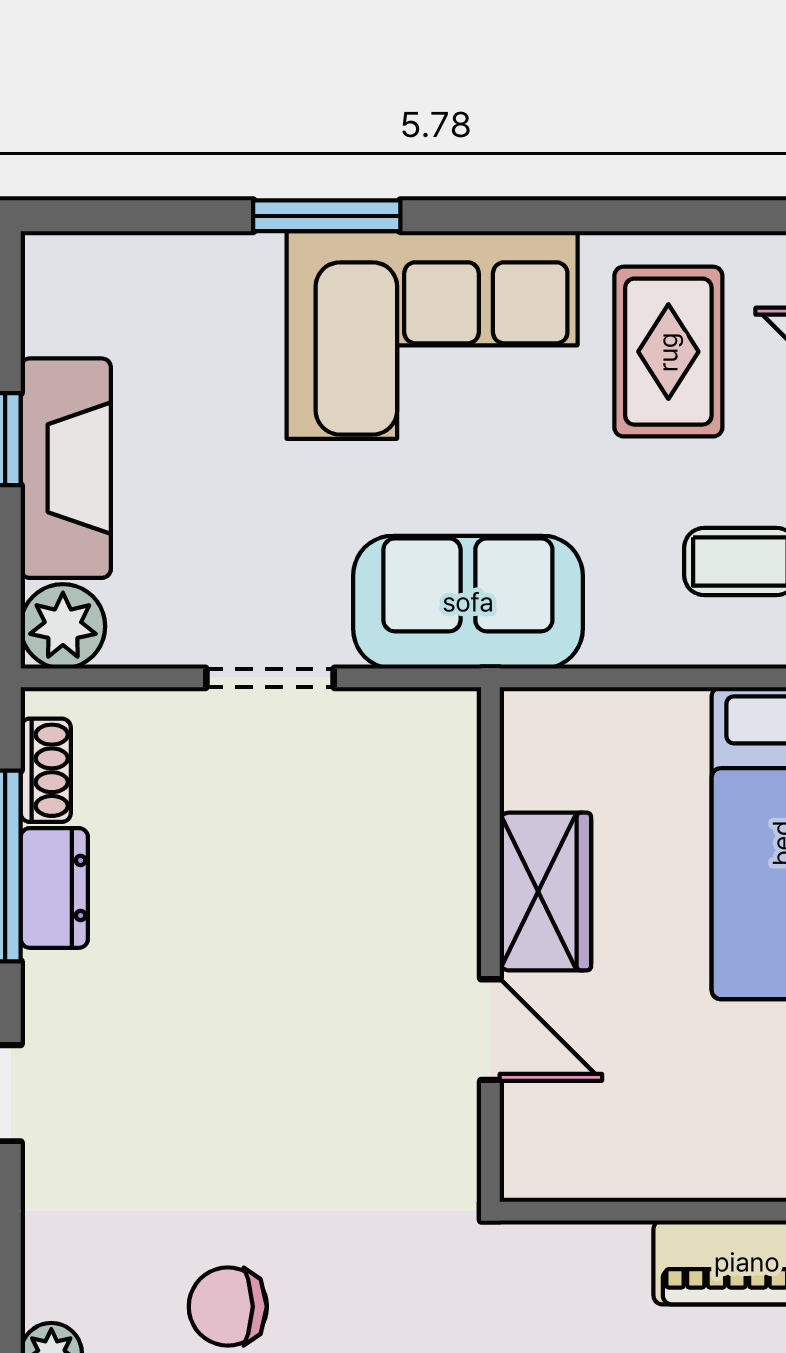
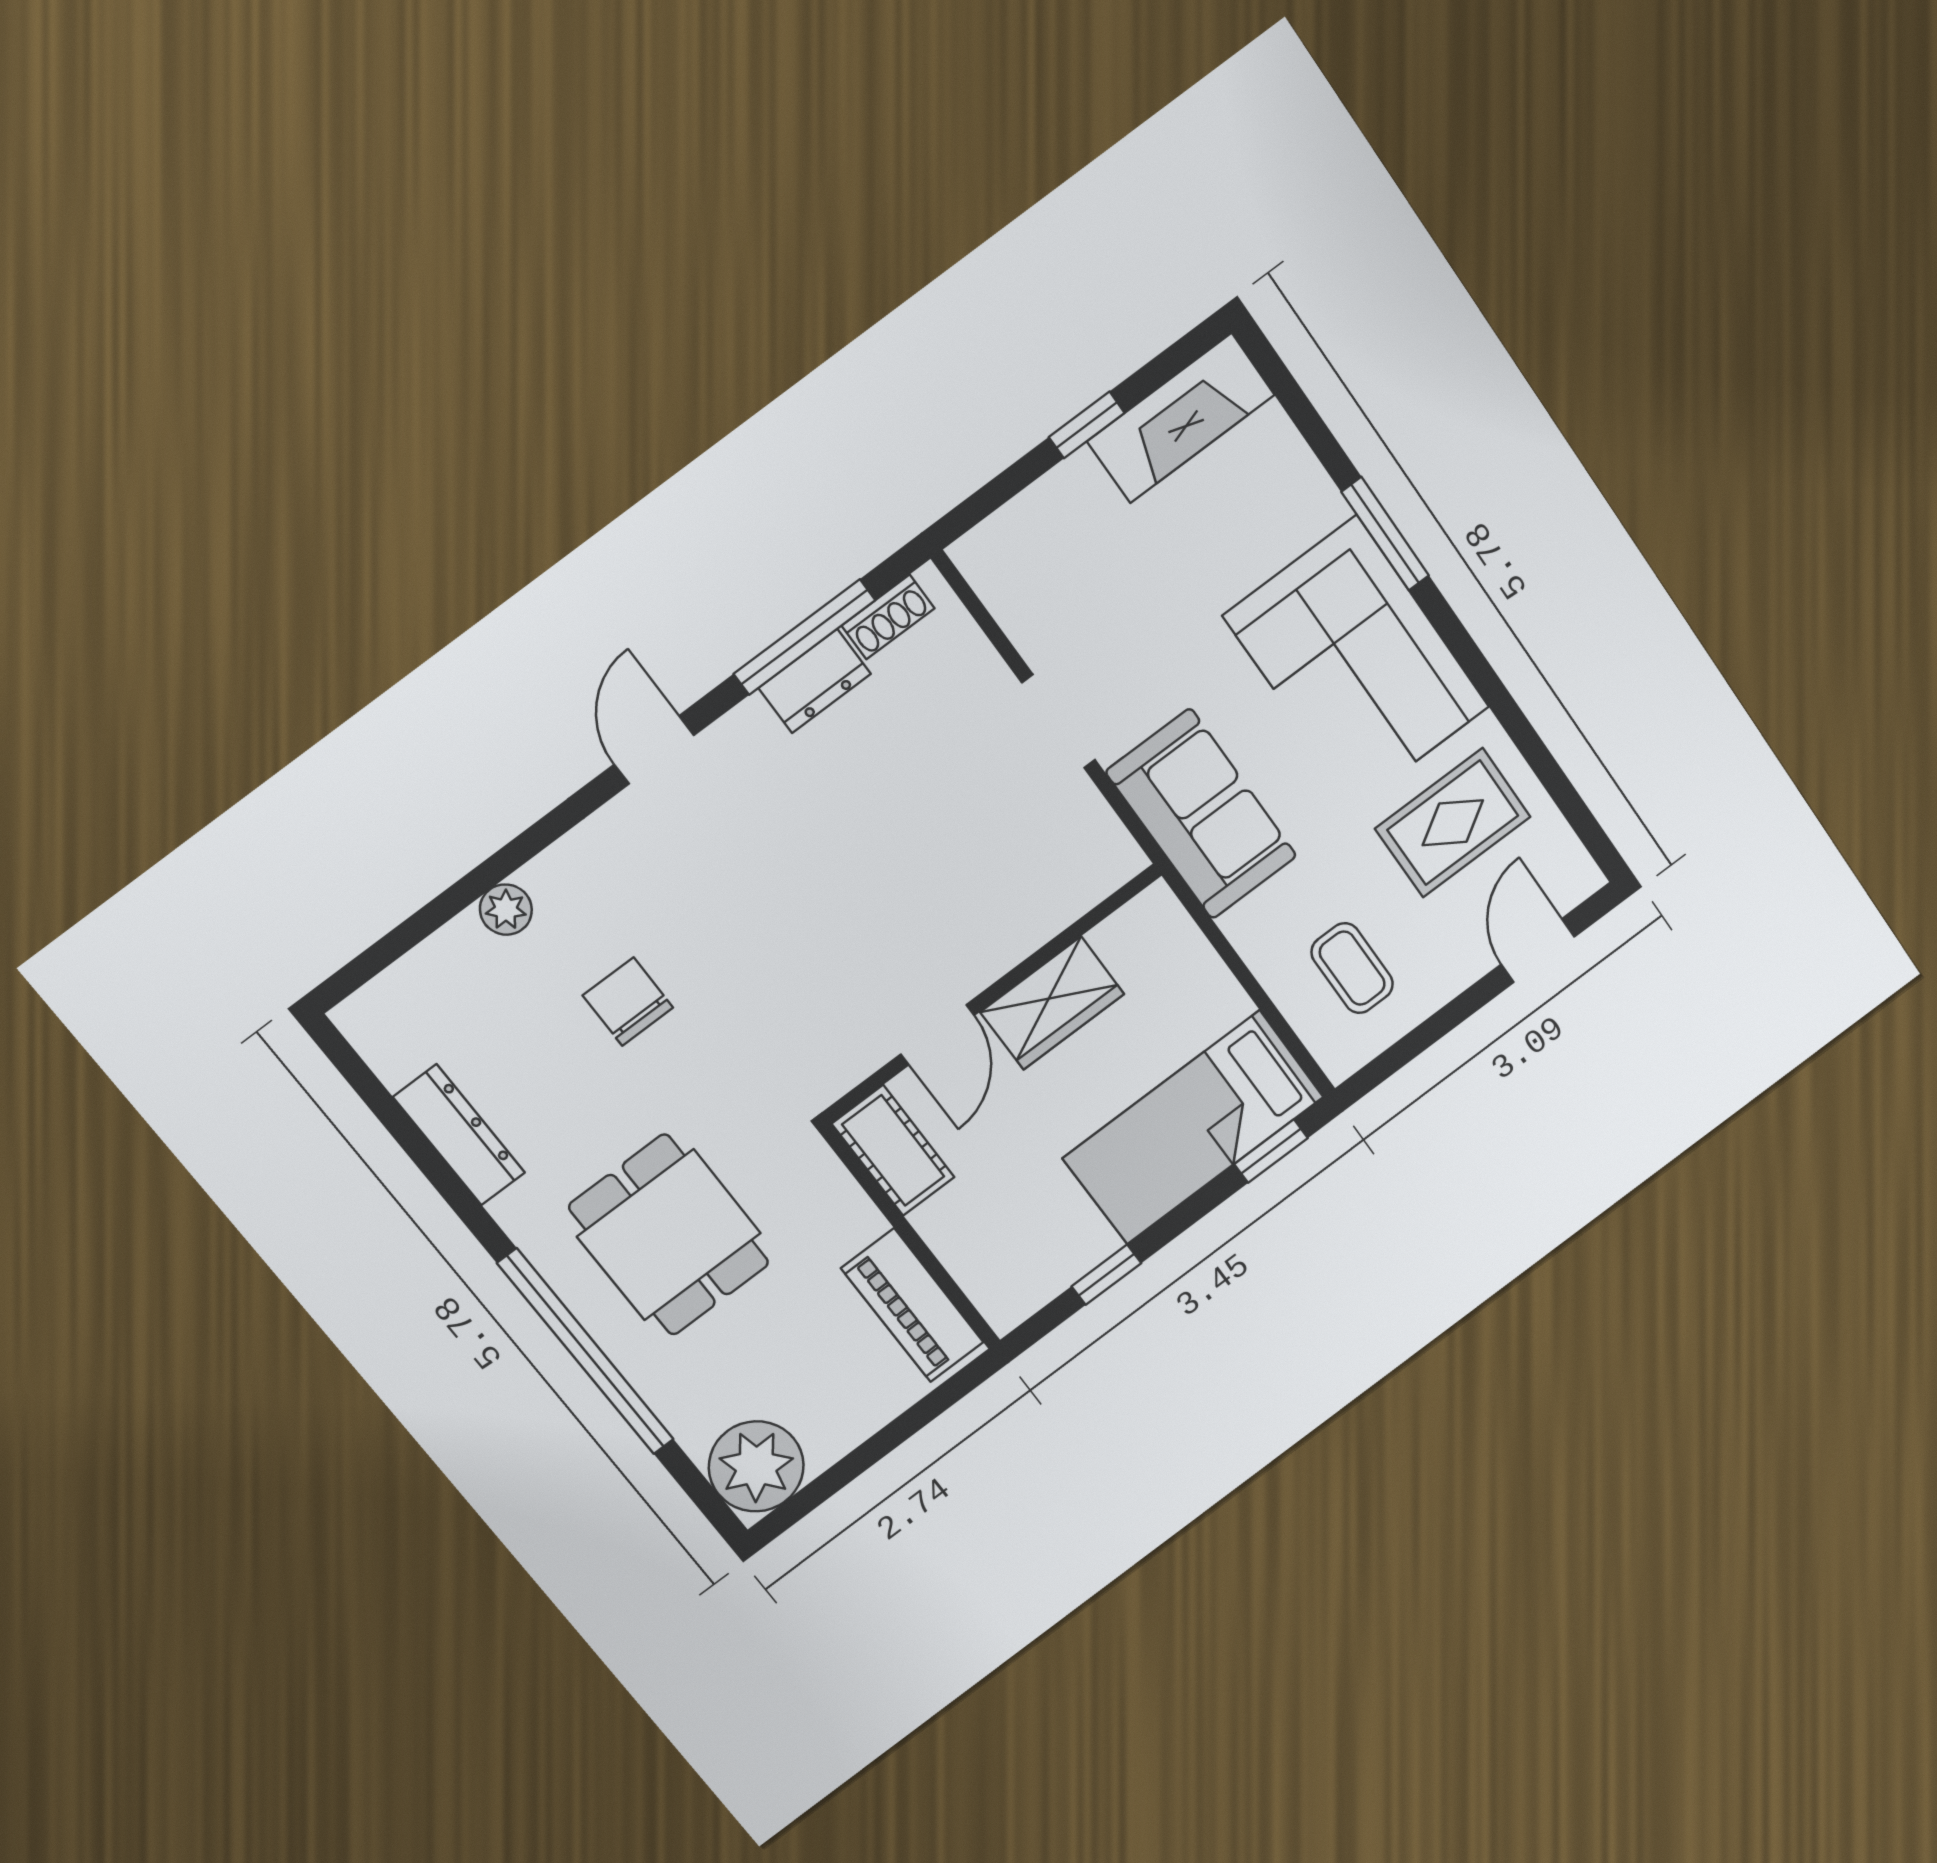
fireplace: (66, 468) -> (1181, 418), moved
plant: (63, 626) -> (991, 557), removed
cot: (574, 1161) -> (893, 1150), added

